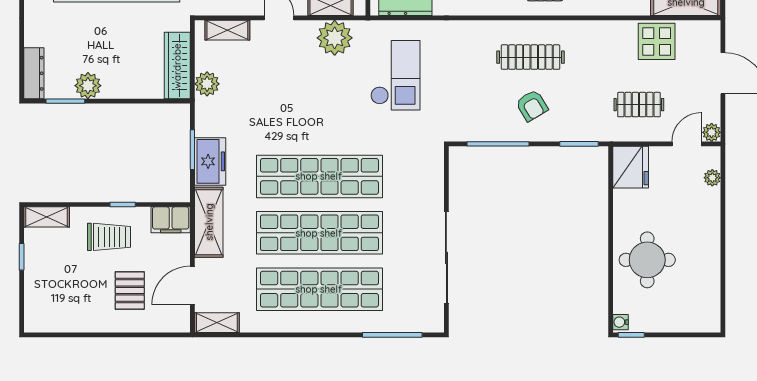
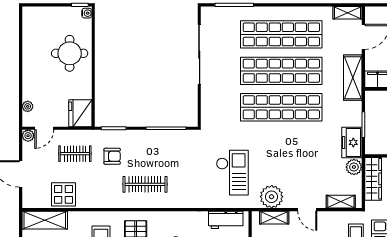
checkout: (395, 75) -> (232, 173), turned 180
armchair: (532, 106) -> (112, 156), moved, turned 121
freezer: (210, 161) -> (352, 142), moved

